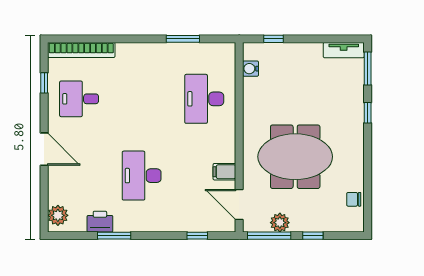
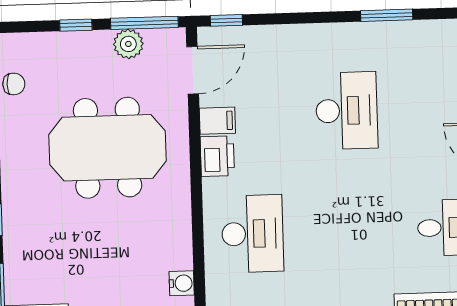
door: (239, 204) -> (193, 70), hinge flipped
printer: (100, 222) -> (217, 156), moved, turned -90
window: (197, 236) -> (226, 20), moved

